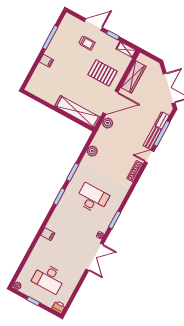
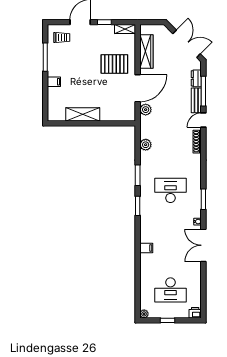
trolley: (87, 43) -> (62, 37), moved
shelving: (77, 112) -> (83, 114), moved, width x0.68
double door: (95, 257) -> (203, 245), swing flipped

